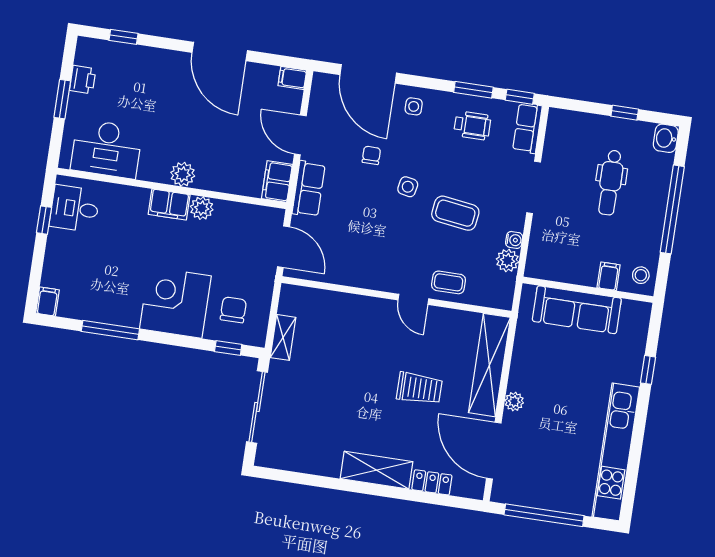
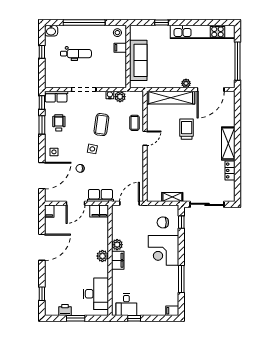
locker: (432, 482) -> (230, 170), moved

